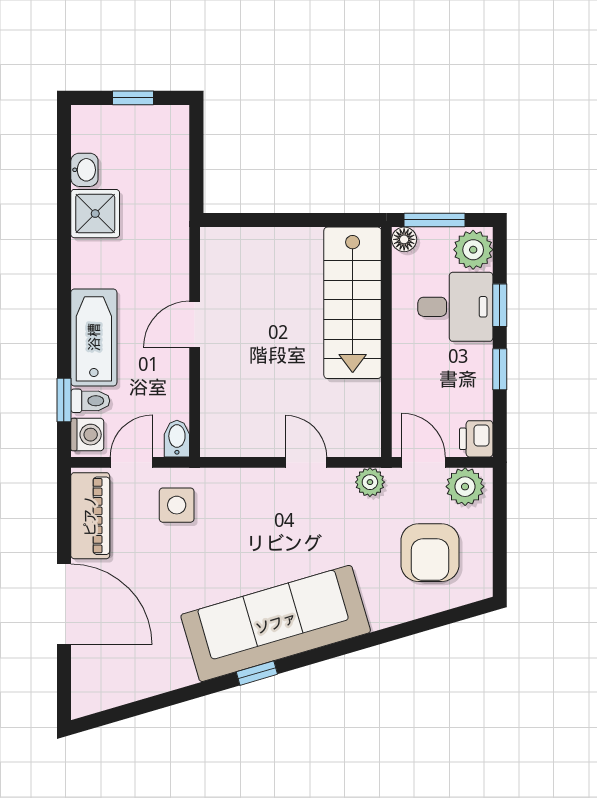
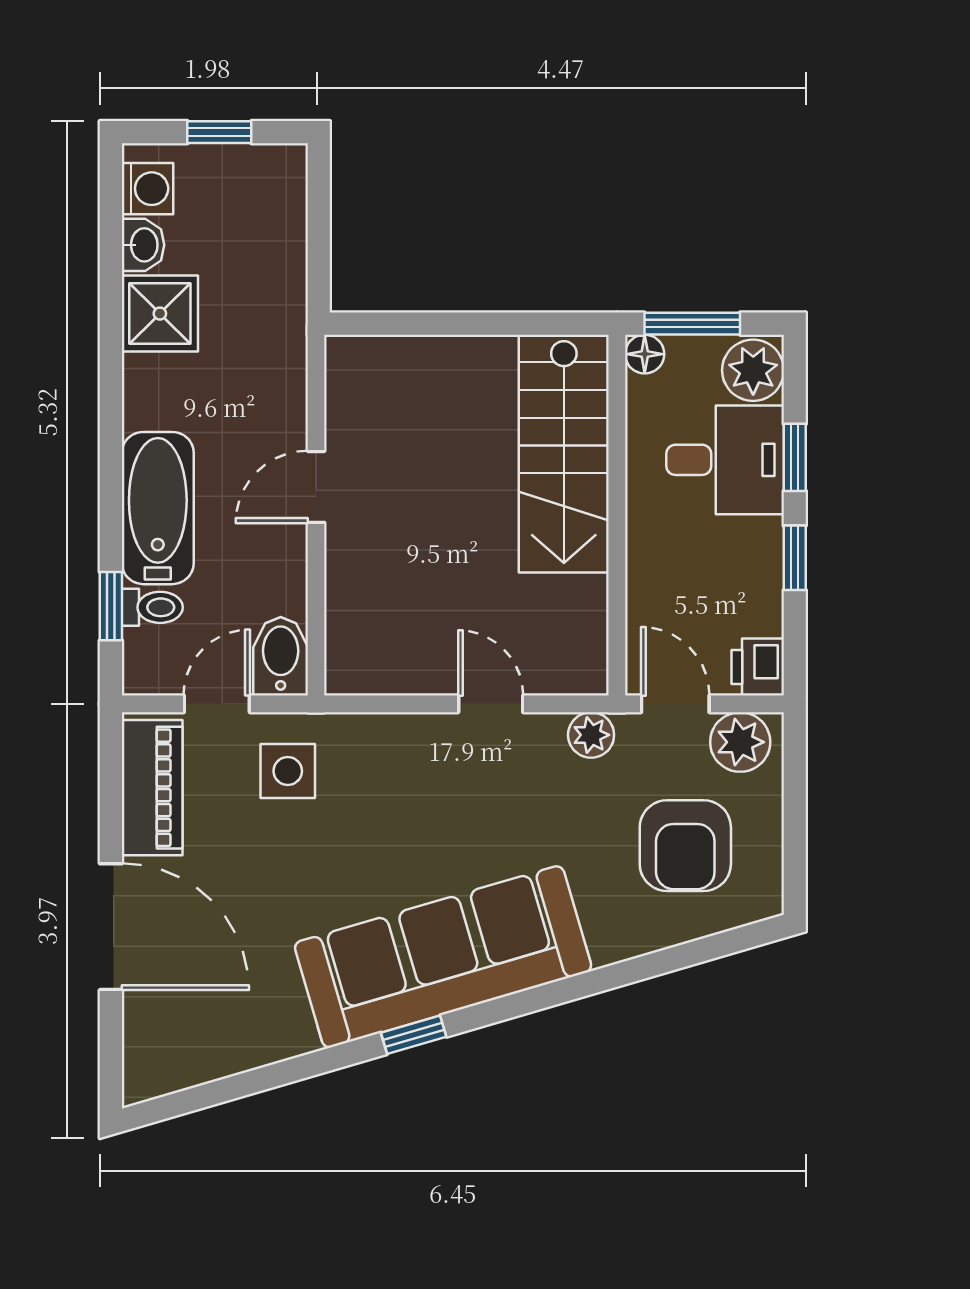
washing machine: (87, 435) -> (147, 189), moved
bidet: (177, 439) -> (281, 656), width x1.38, depth x1.36

